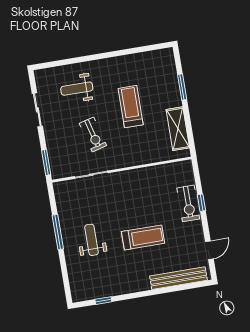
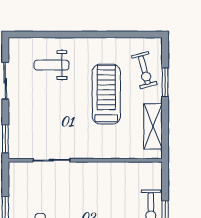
treadmill: (131, 107) -> (106, 94), width x1.37, depth x1.38
exercise bike: (93, 135) -> (144, 70), moved

